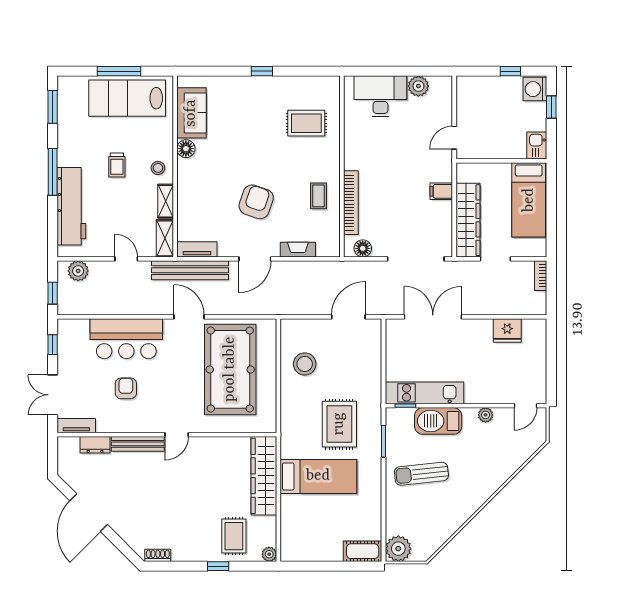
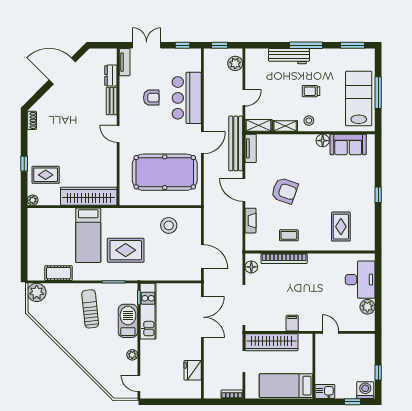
workbench: (71, 206) -> (289, 56), width x0.73, depth x0.76
bench: (138, 444) -> (112, 101), width x0.73
cot: (363, 551) -> (59, 273), moved, turned 90

